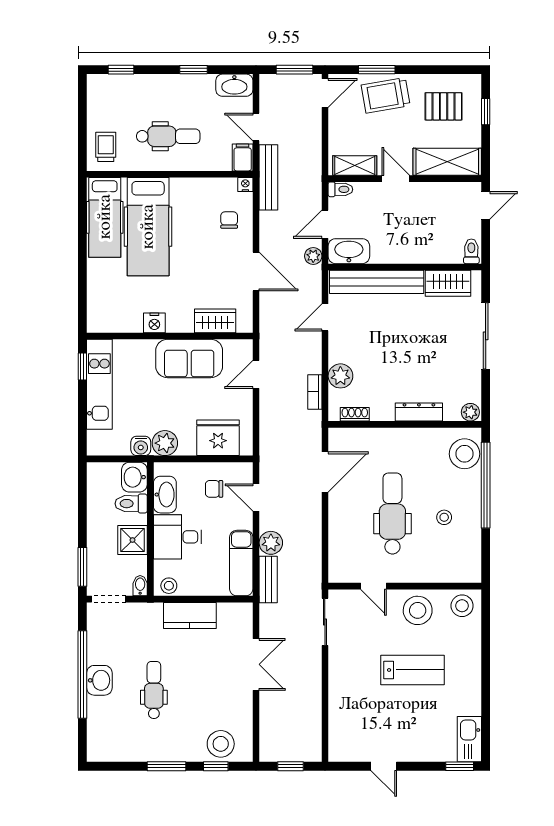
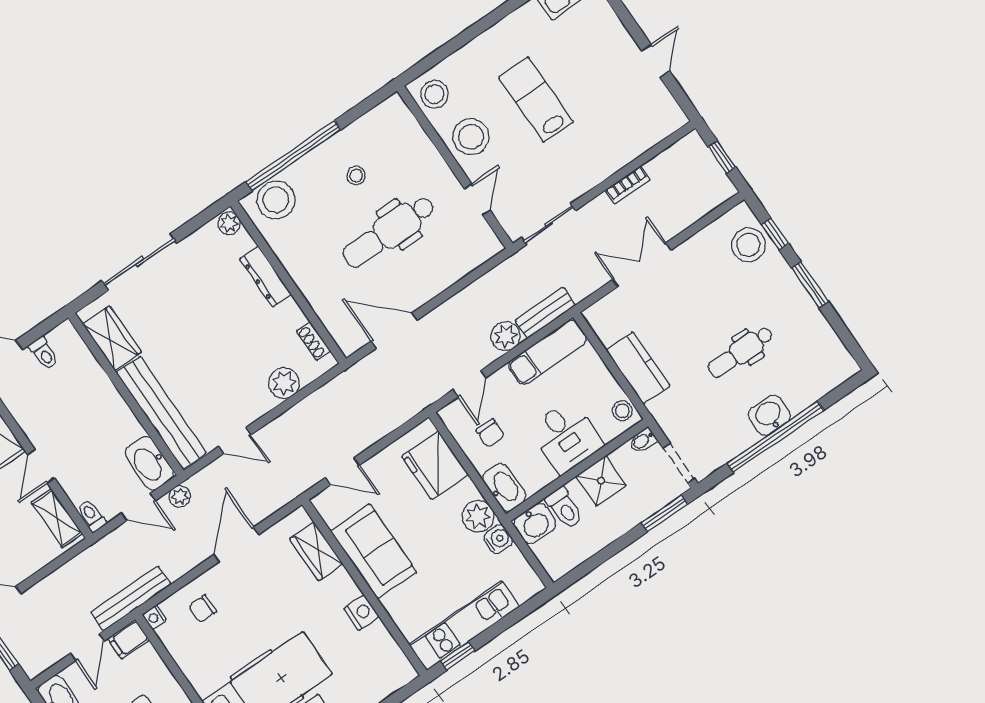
toilet: (471, 251) -> (44, 353), moved, turned -90
bookcase: (315, 392) -> (628, 185), moved
washbasin: (165, 495) -> (504, 487), moved, turned 90

